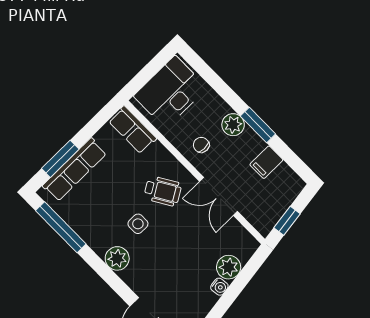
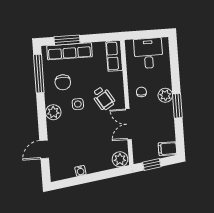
desk: (170, 92) -> (148, 53), width x0.73
filing cabinet: (266, 162) -> (167, 149), moved
chair: (98, 213) -> (63, 82), added
plant: (229, 267) -> (120, 159), moved
water cooler: (219, 287) -> (80, 171), moved

